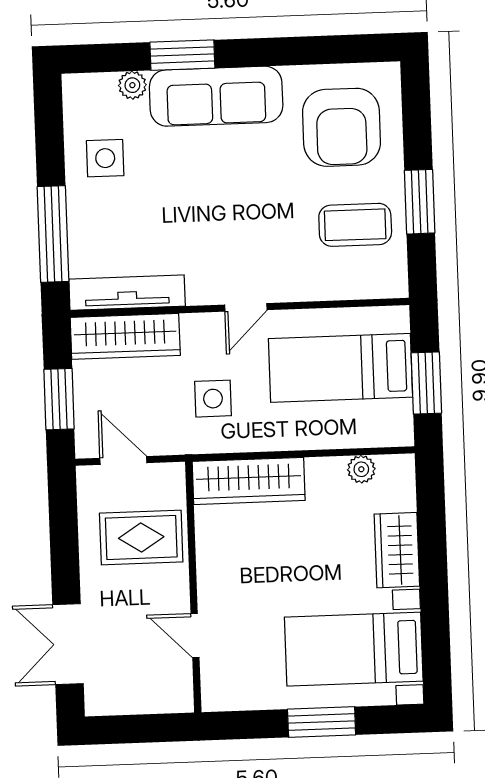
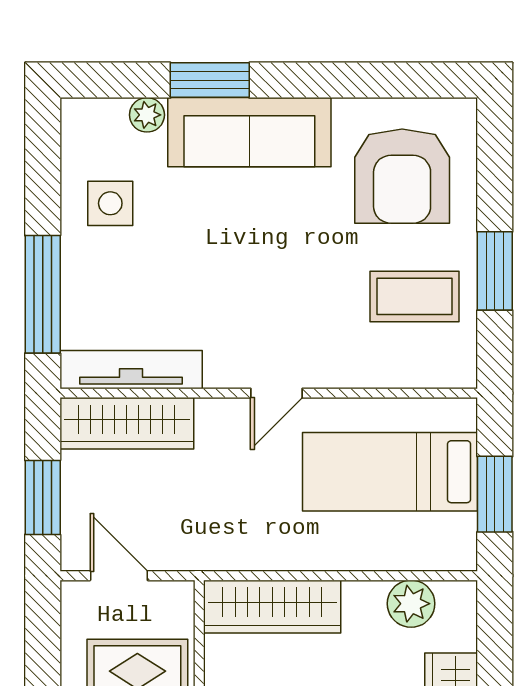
side table: (213, 399) -> (232, 504), removed
plant: (361, 469) -> (411, 604), width x1.38, depth x1.38

